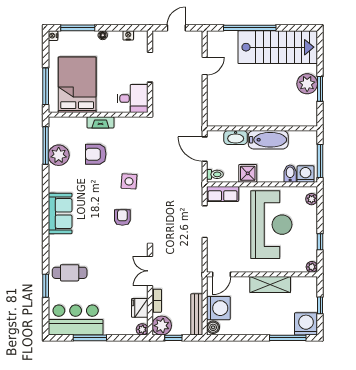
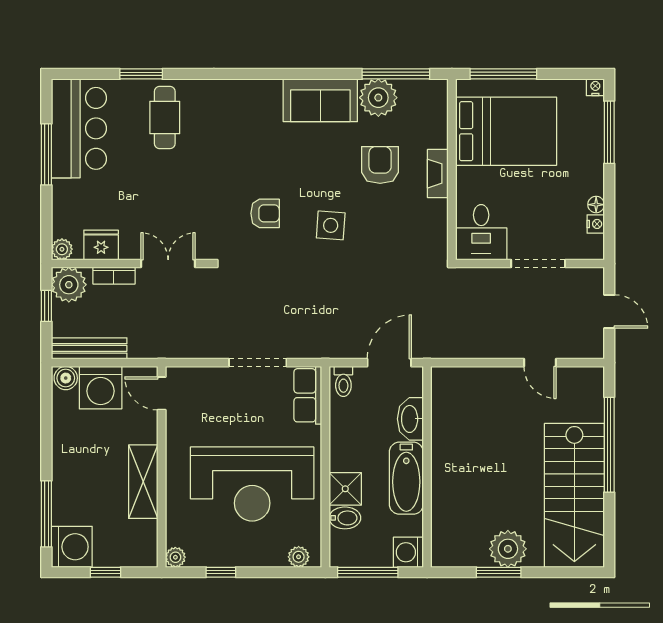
floor lamp: (103, 35) -> (596, 205), moved
shower: (248, 173) -> (345, 489), moved
washing machine: (305, 174) -> (408, 552), moved, turned 180
sofa: (60, 213) -> (320, 100), moved

